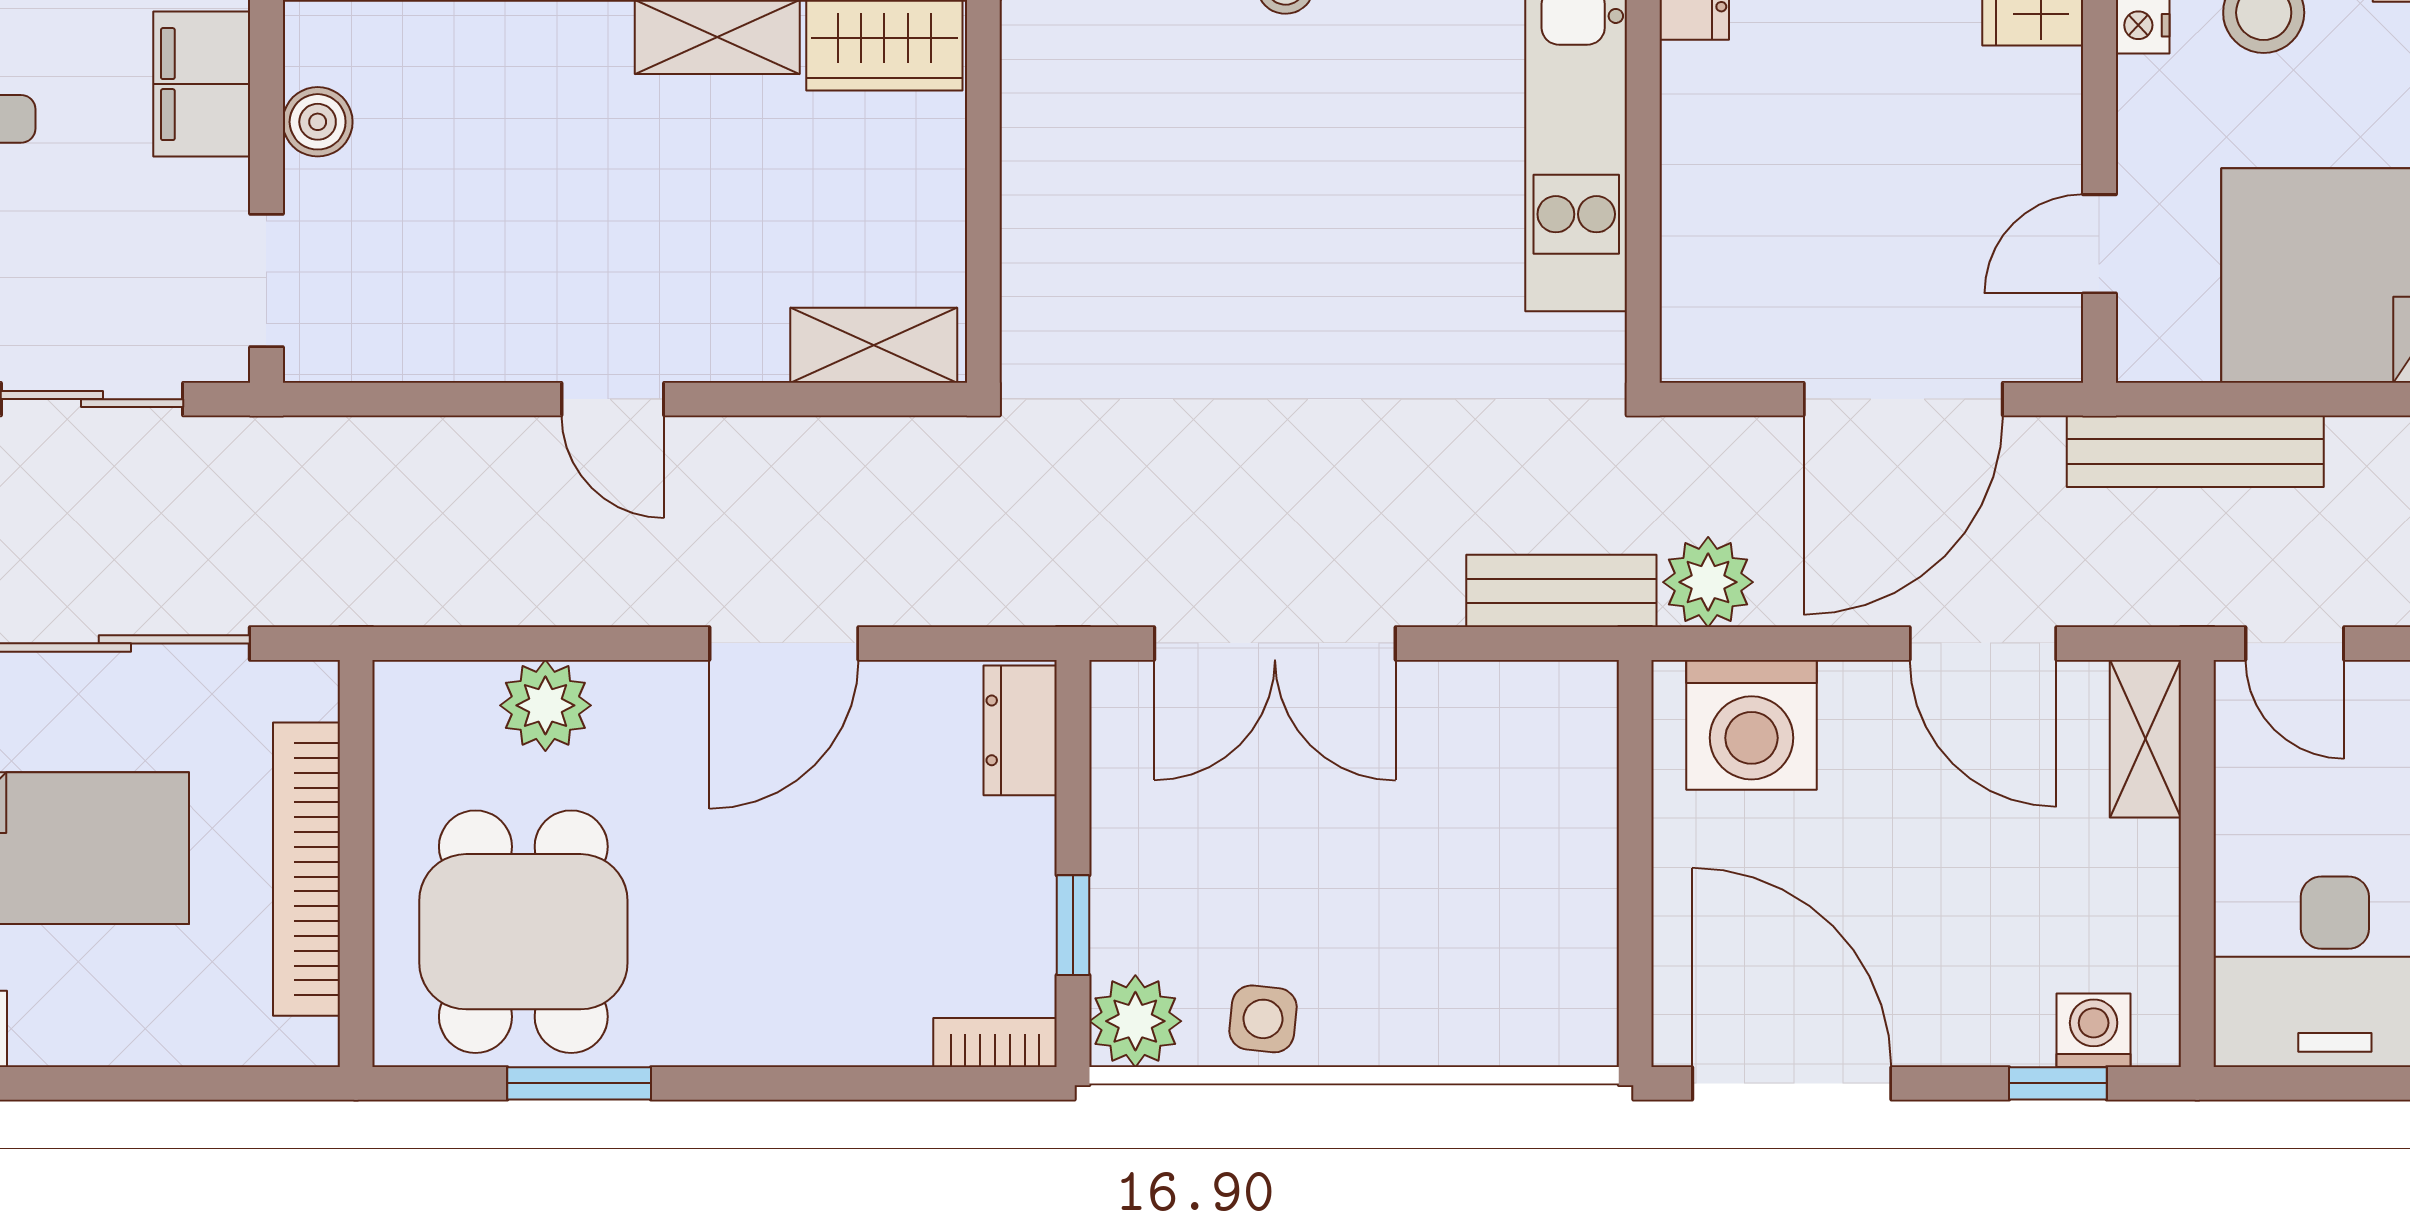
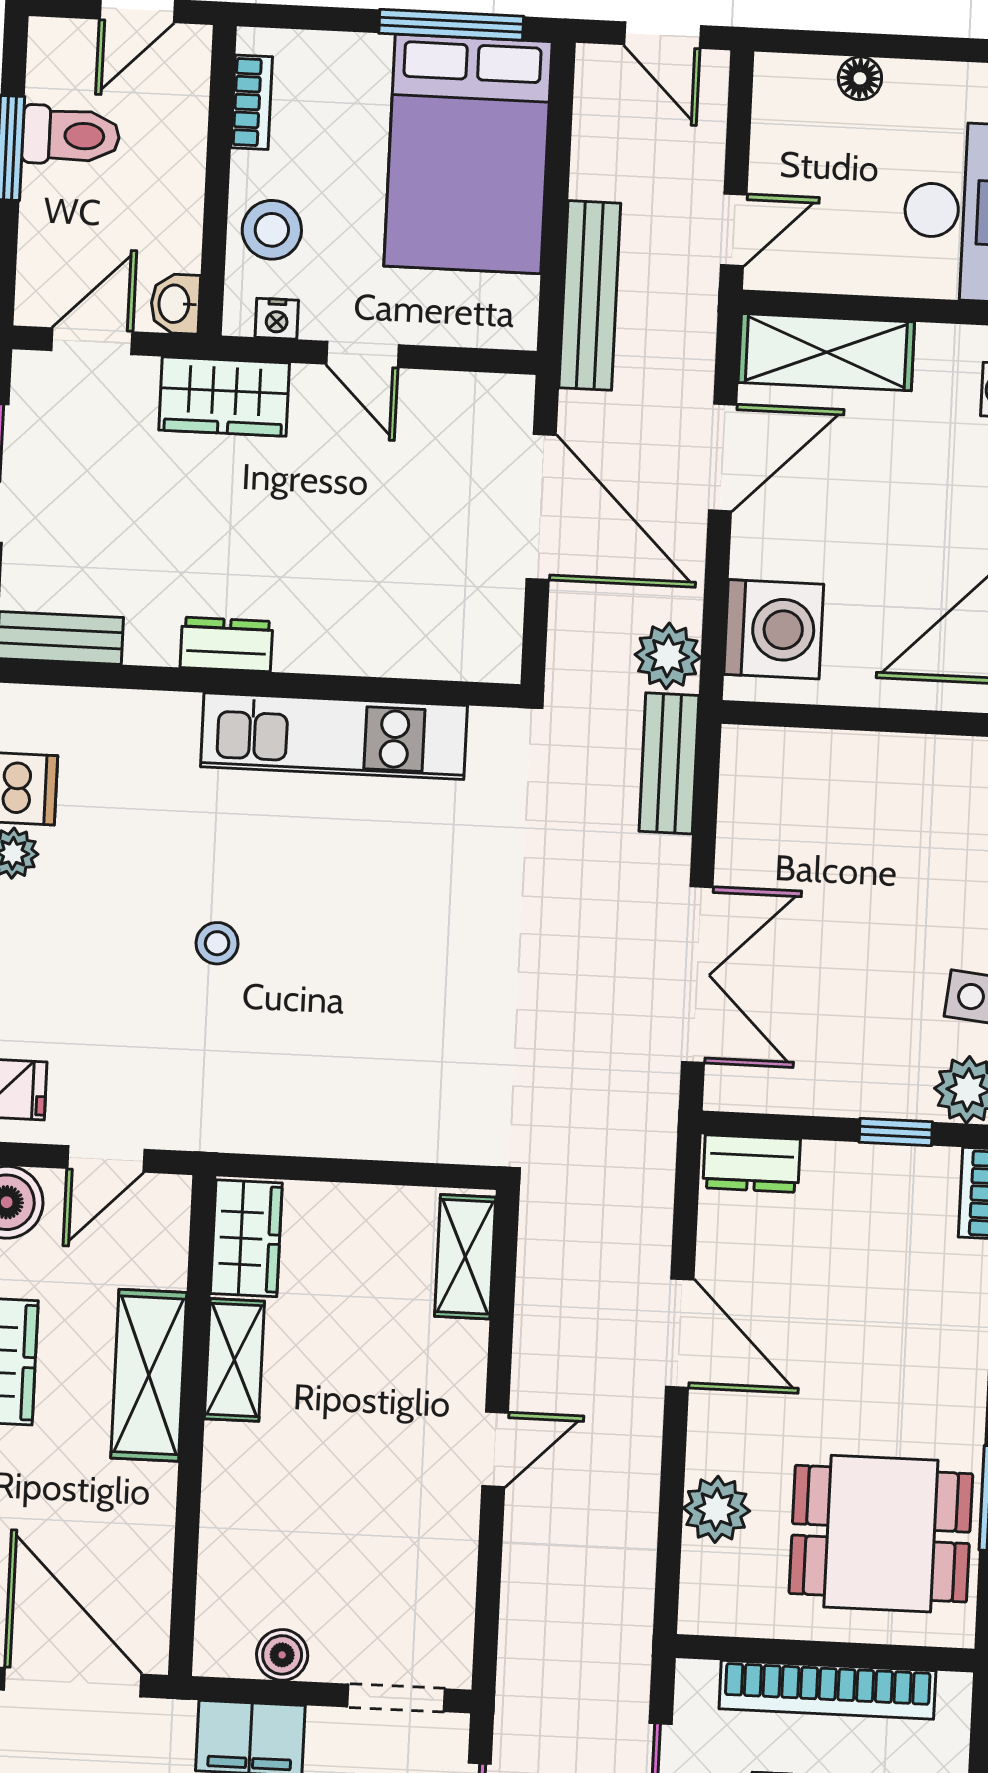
door: (2099, 244) -> (362, 354), moved
shelving: (2145, 739) -> (826, 352), width x1.50, depth x1.33

